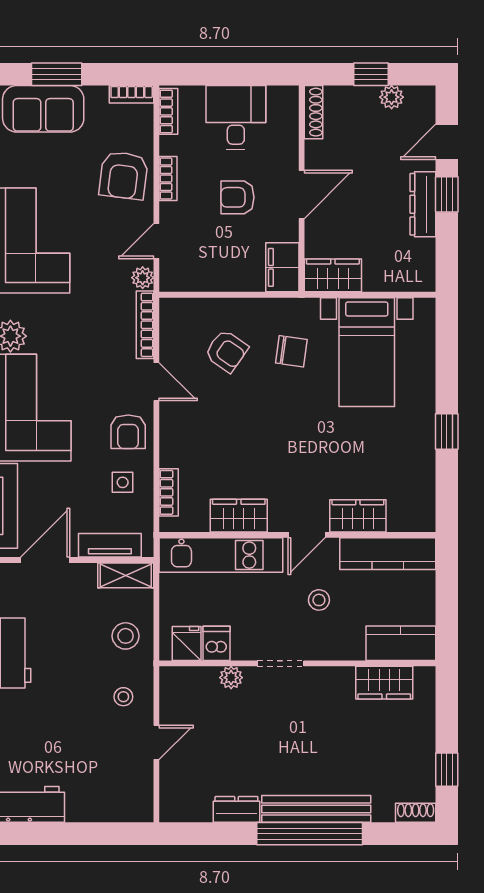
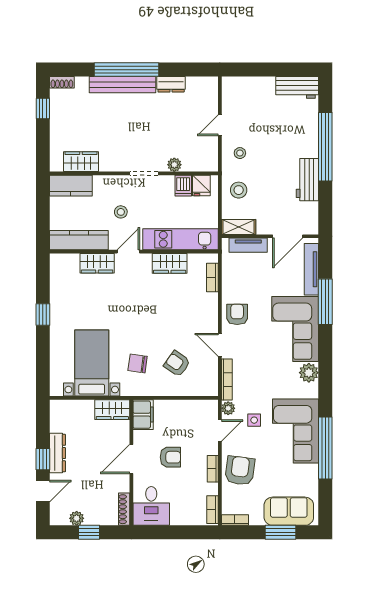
desk: (236, 117) -> (151, 506), moved
side table: (123, 482) -> (254, 420), moved

